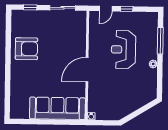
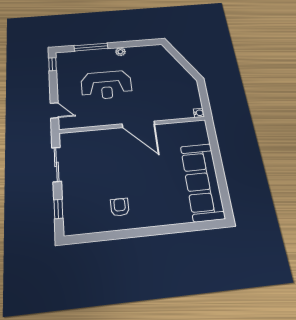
window: (127, 9) -> (52, 64), moved
armchair: (26, 49) -> (120, 207), width x0.53, depth x0.53
sofa: (57, 108) -> (202, 182), moved

